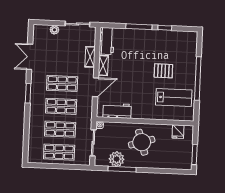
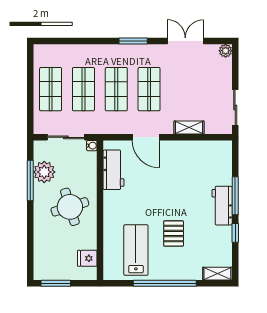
plant: (54, 30) -> (226, 51), moved
workbench: (107, 41) -> (222, 206), moved, turned 90
shelving: (103, 65) -> (217, 274), moved
lab bench: (174, 98) -> (136, 250), turned 180

